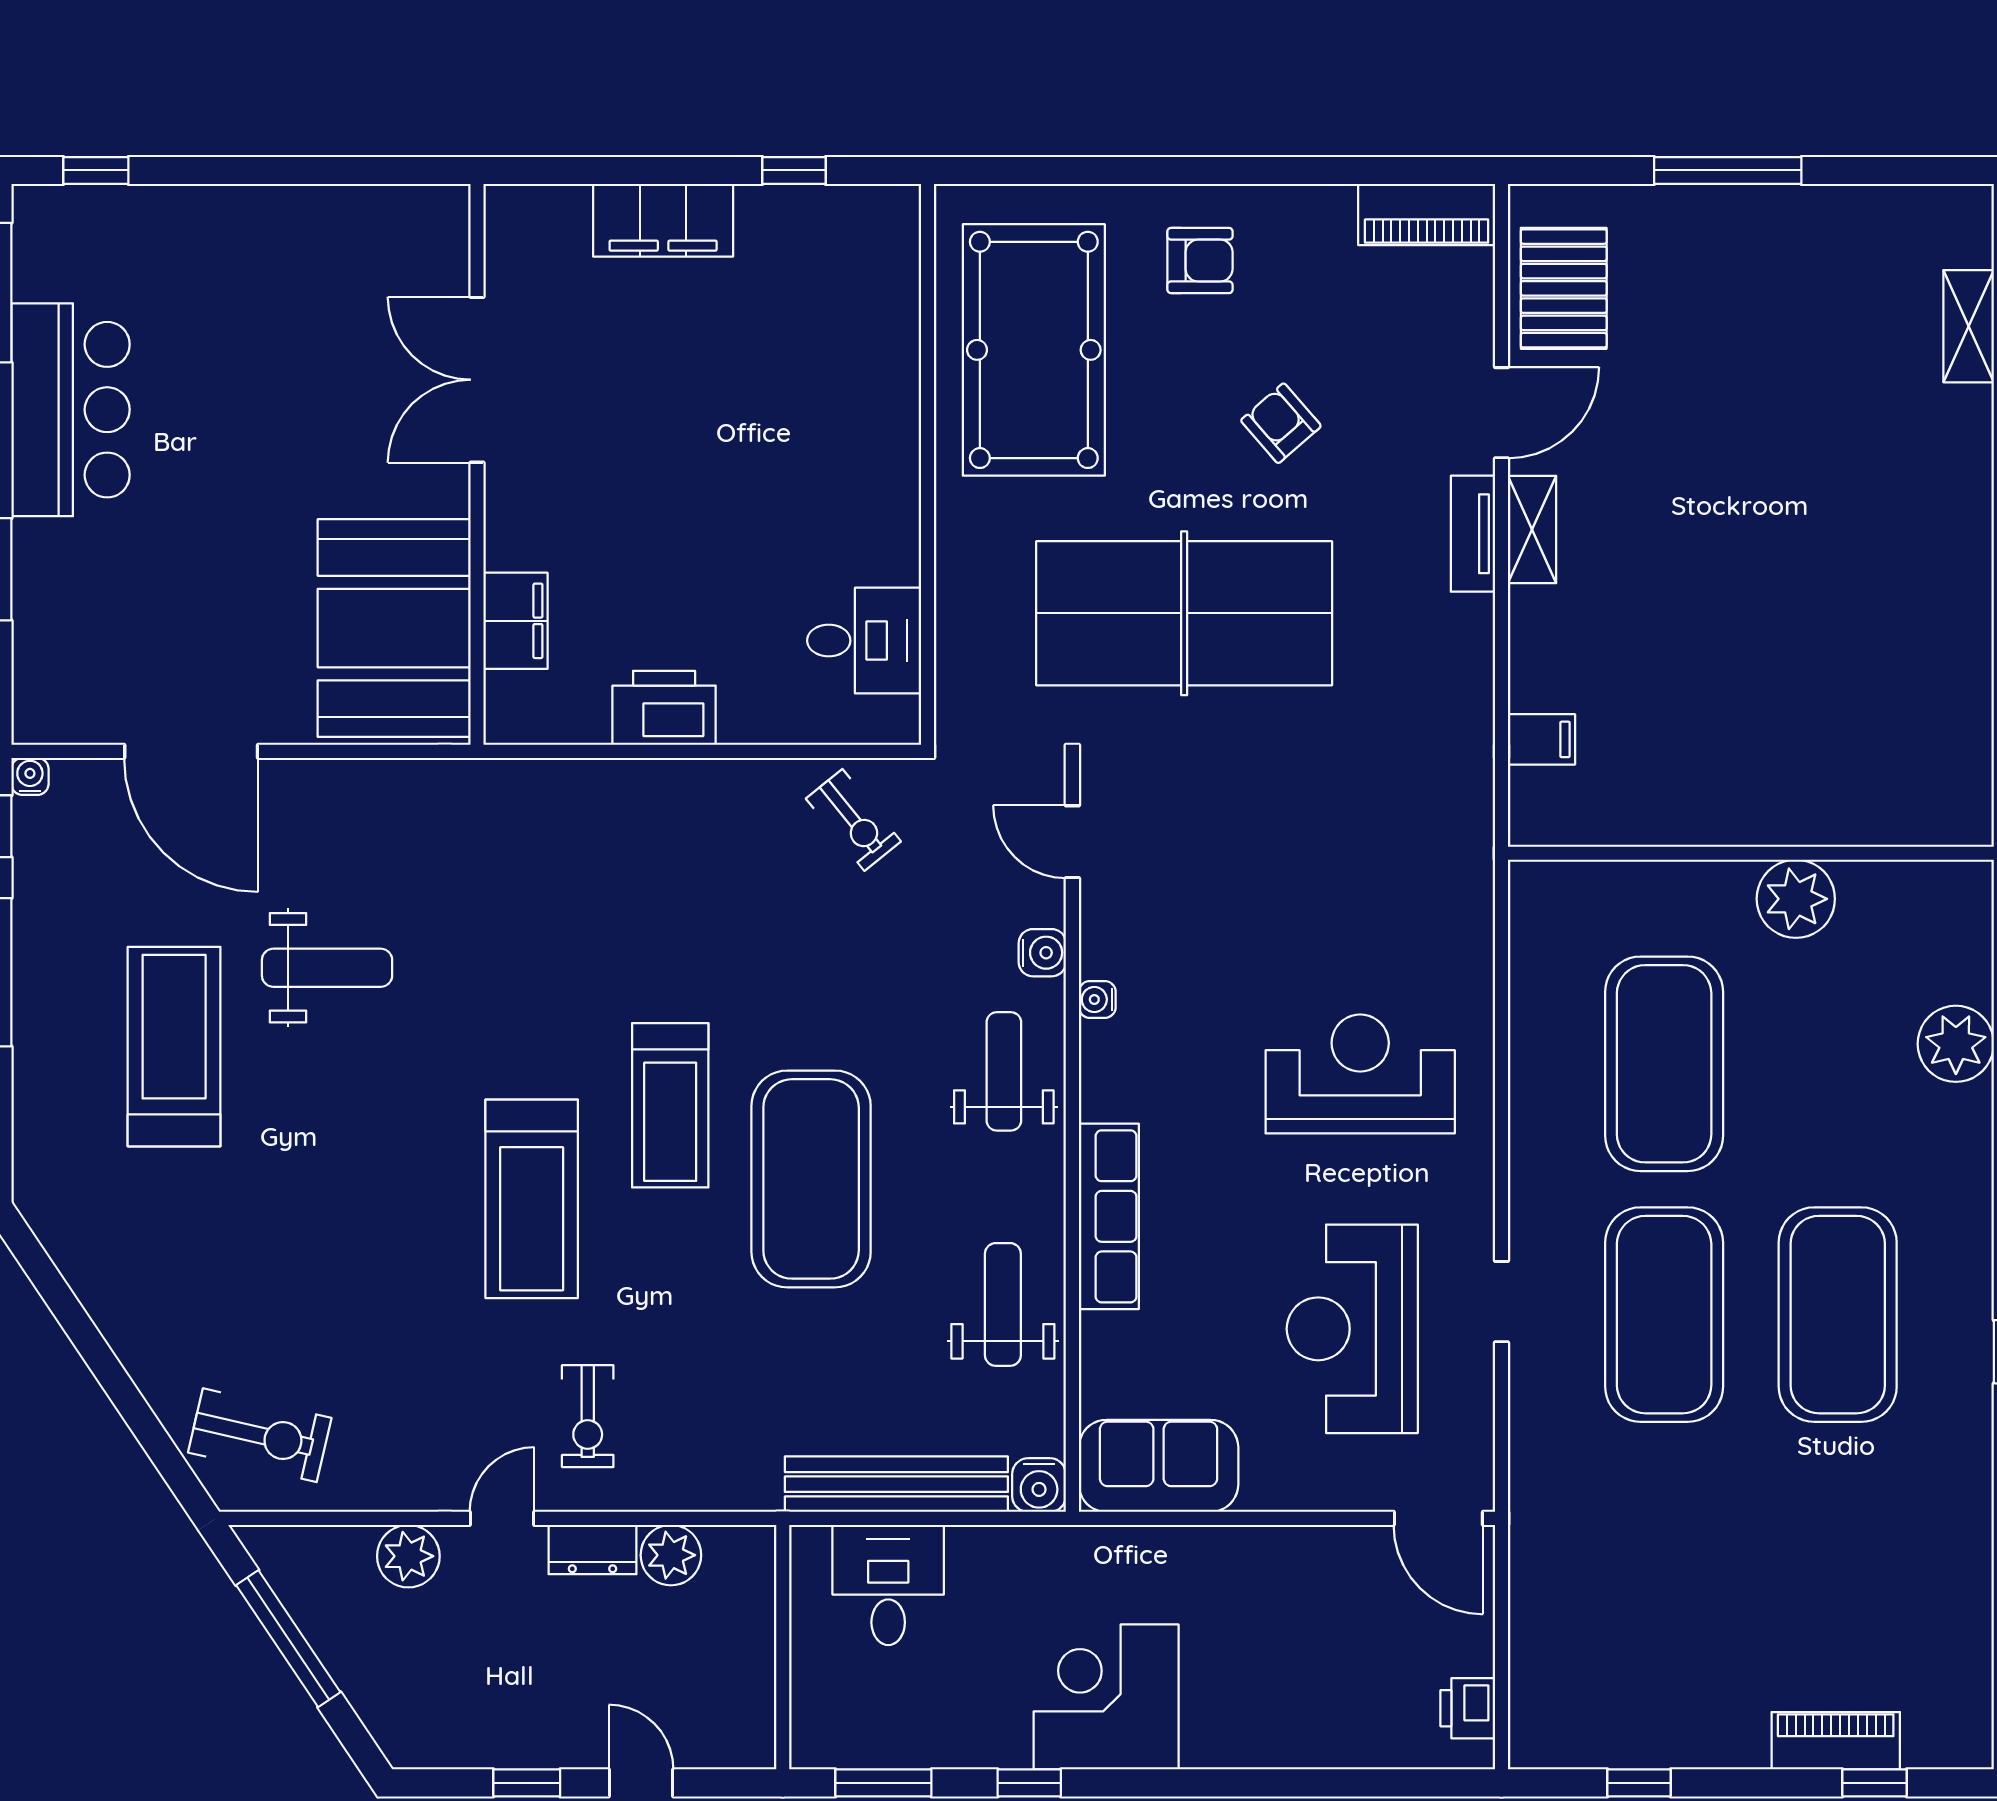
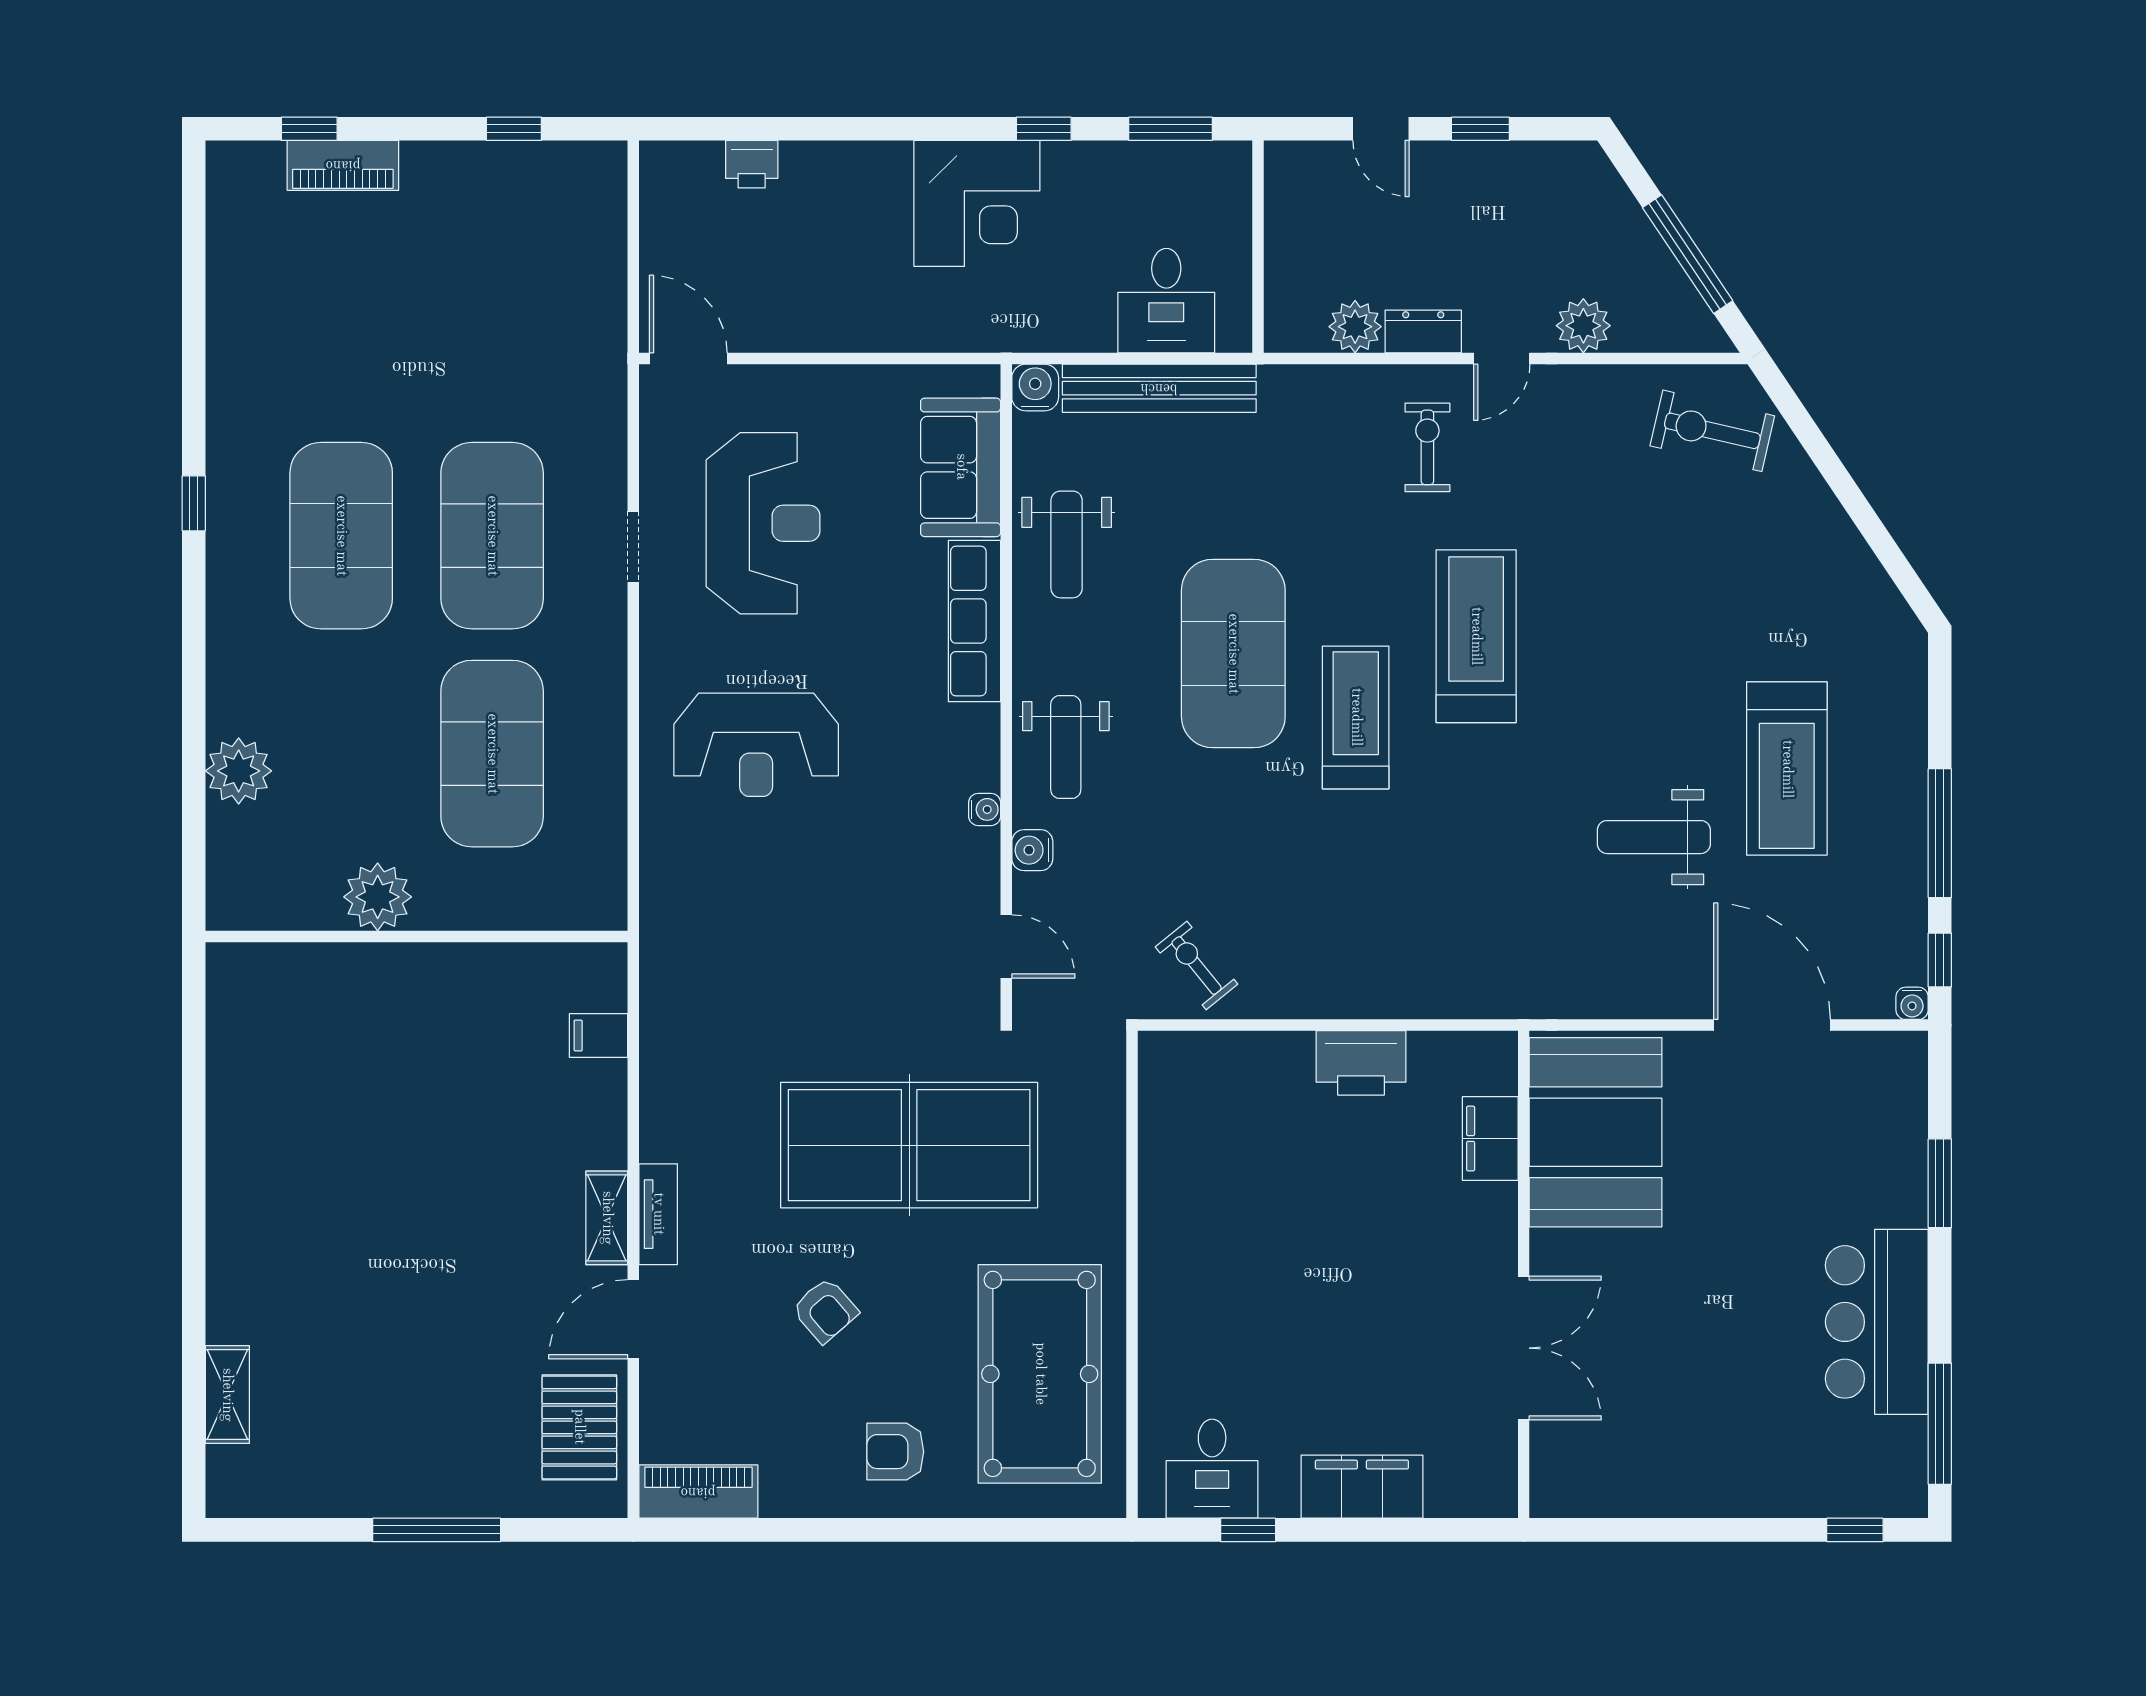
desk: (864, 641) -> (1212, 1469), moved, turned -90
sofa: (1159, 1466) -> (961, 467), moved, turned 90
printer: (1468, 1708) -> (752, 164), moved, turned 90

